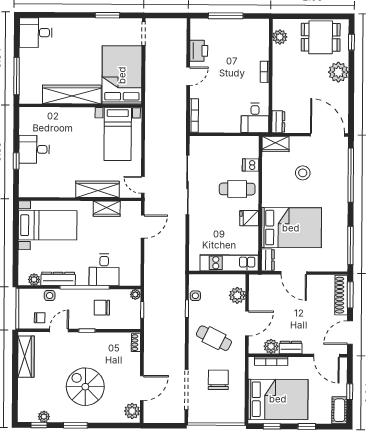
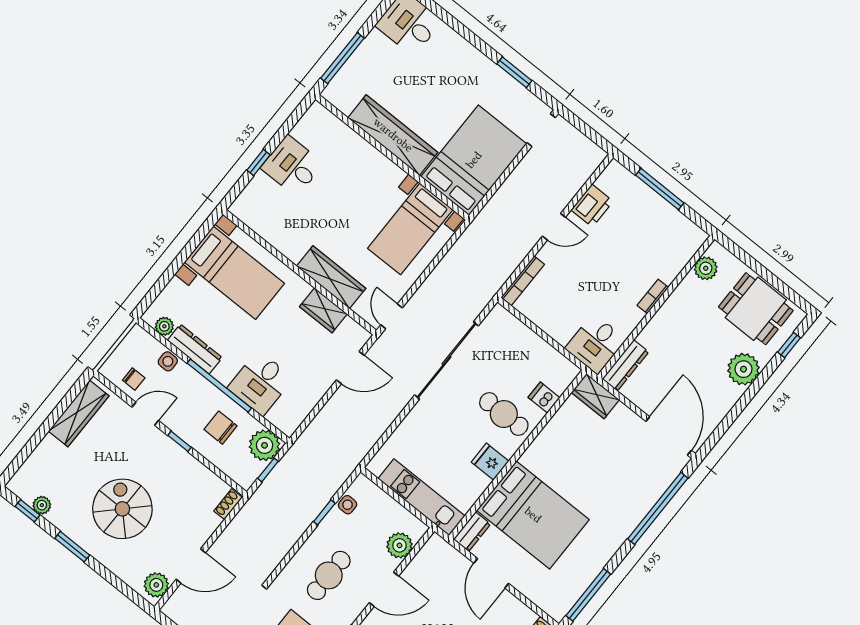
dresser: (278, 122) -> (625, 365), width x1.44
stool: (303, 173) -> (601, 458), removed
plant: (135, 294) -> (265, 445), width x1.88, depth x1.88
cafe table: (214, 338) -> (329, 575), turned 63

